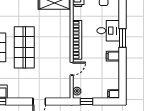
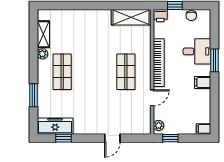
shop shelf: (24, 47) -> (126, 72), moved, width x0.70, depth x0.74

